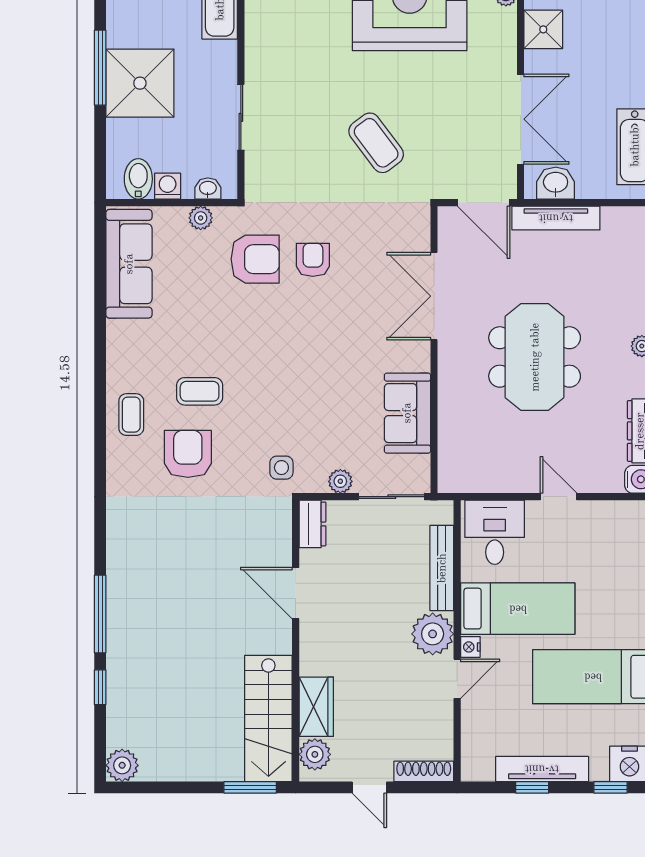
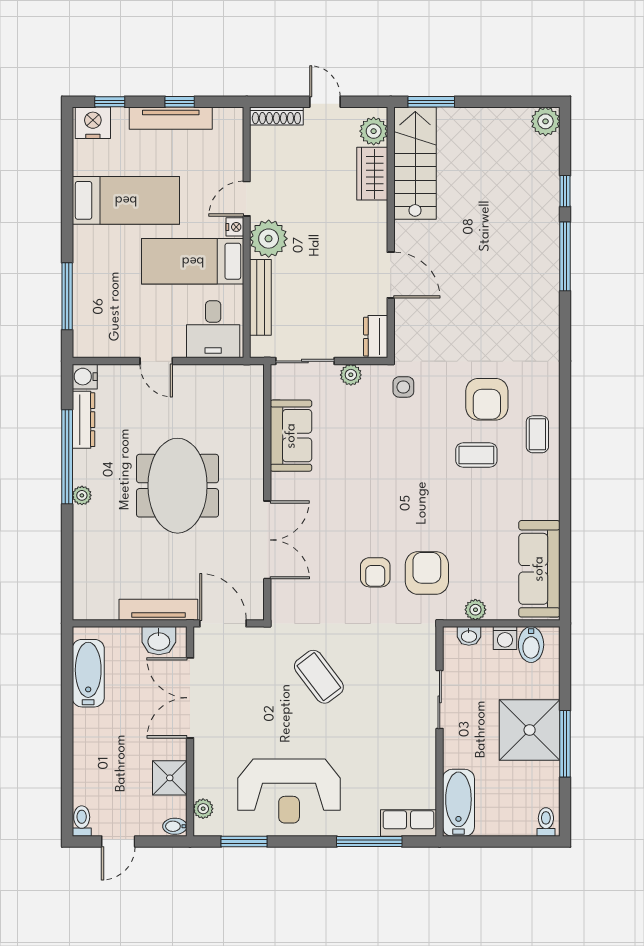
armchair: (255, 259) -> (427, 573), turned 90

